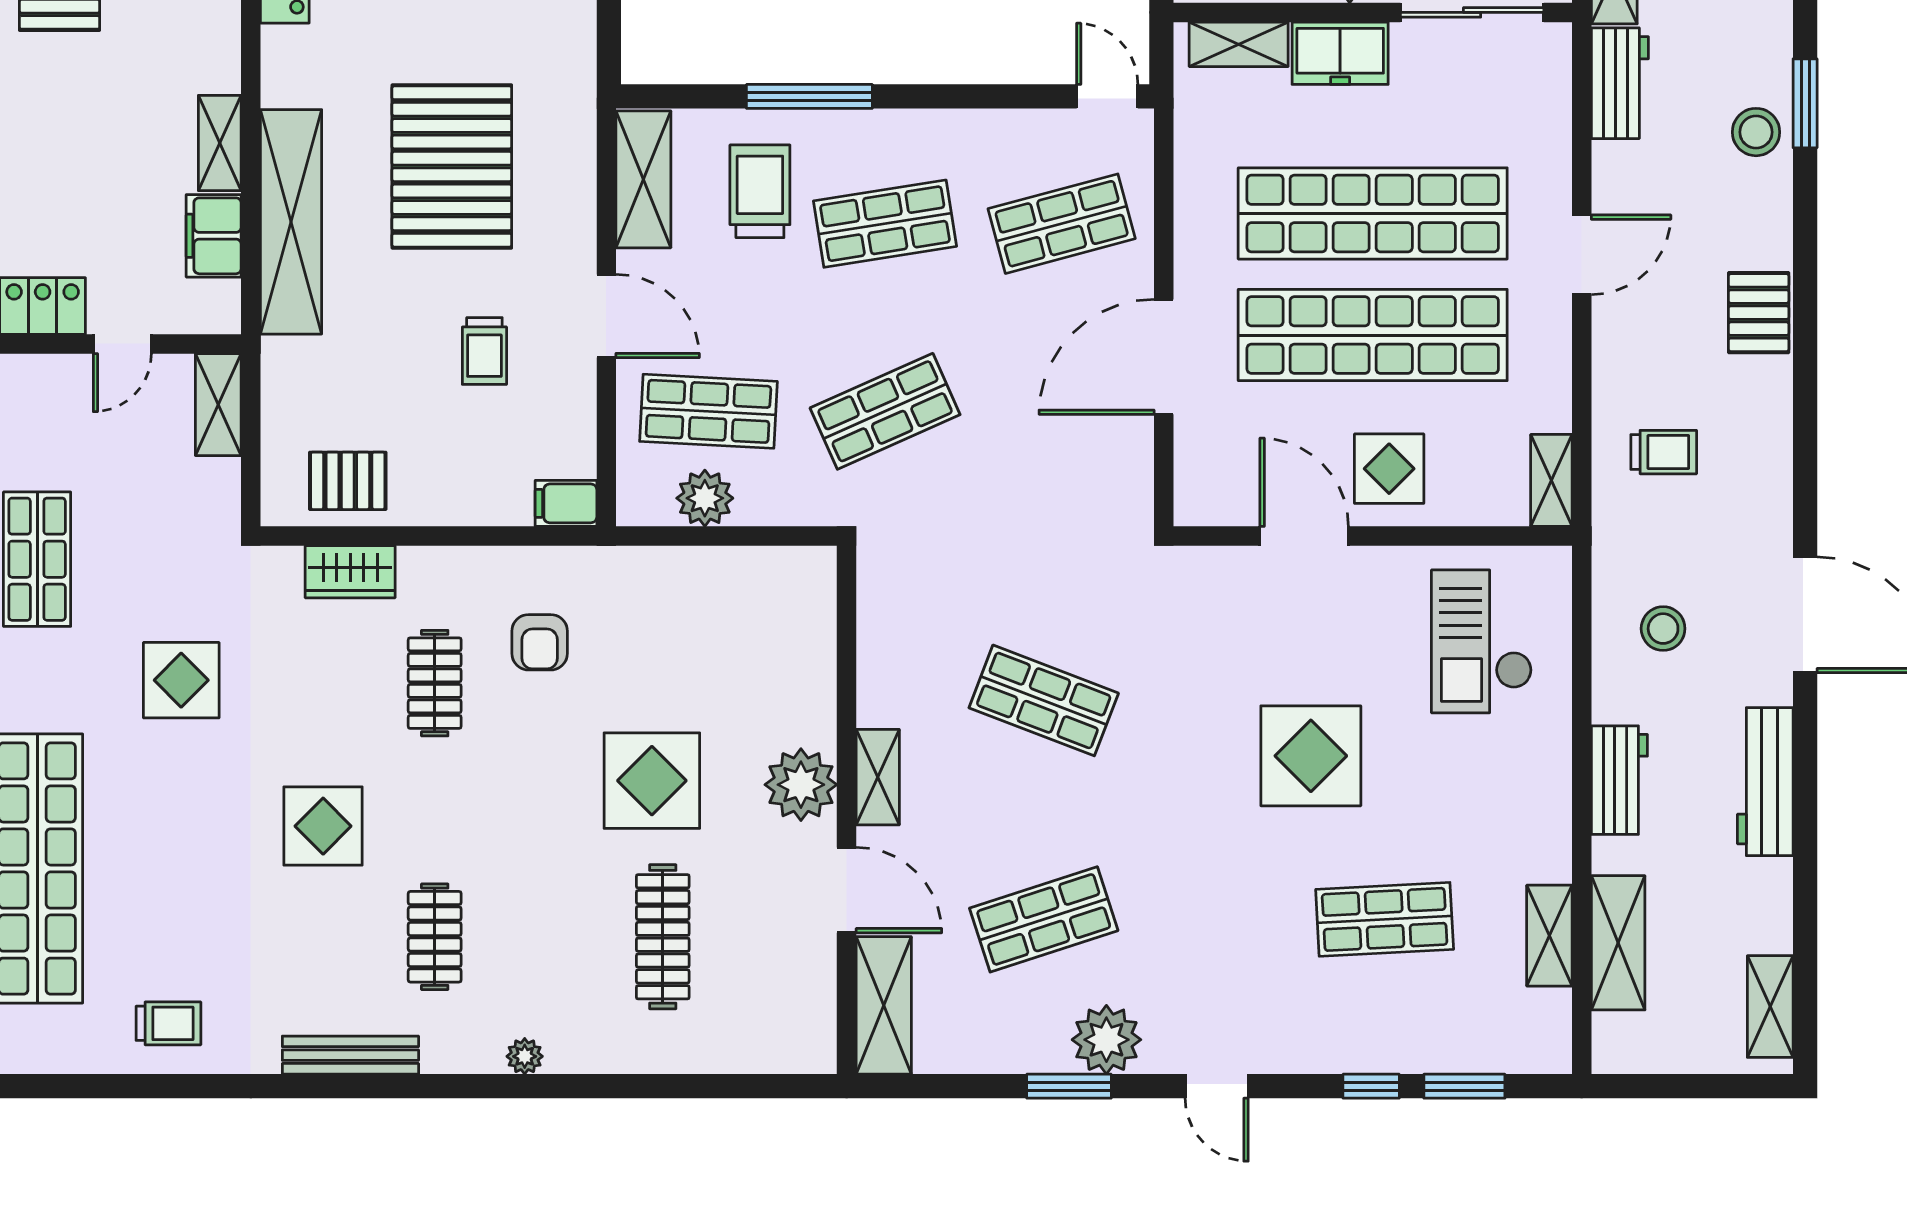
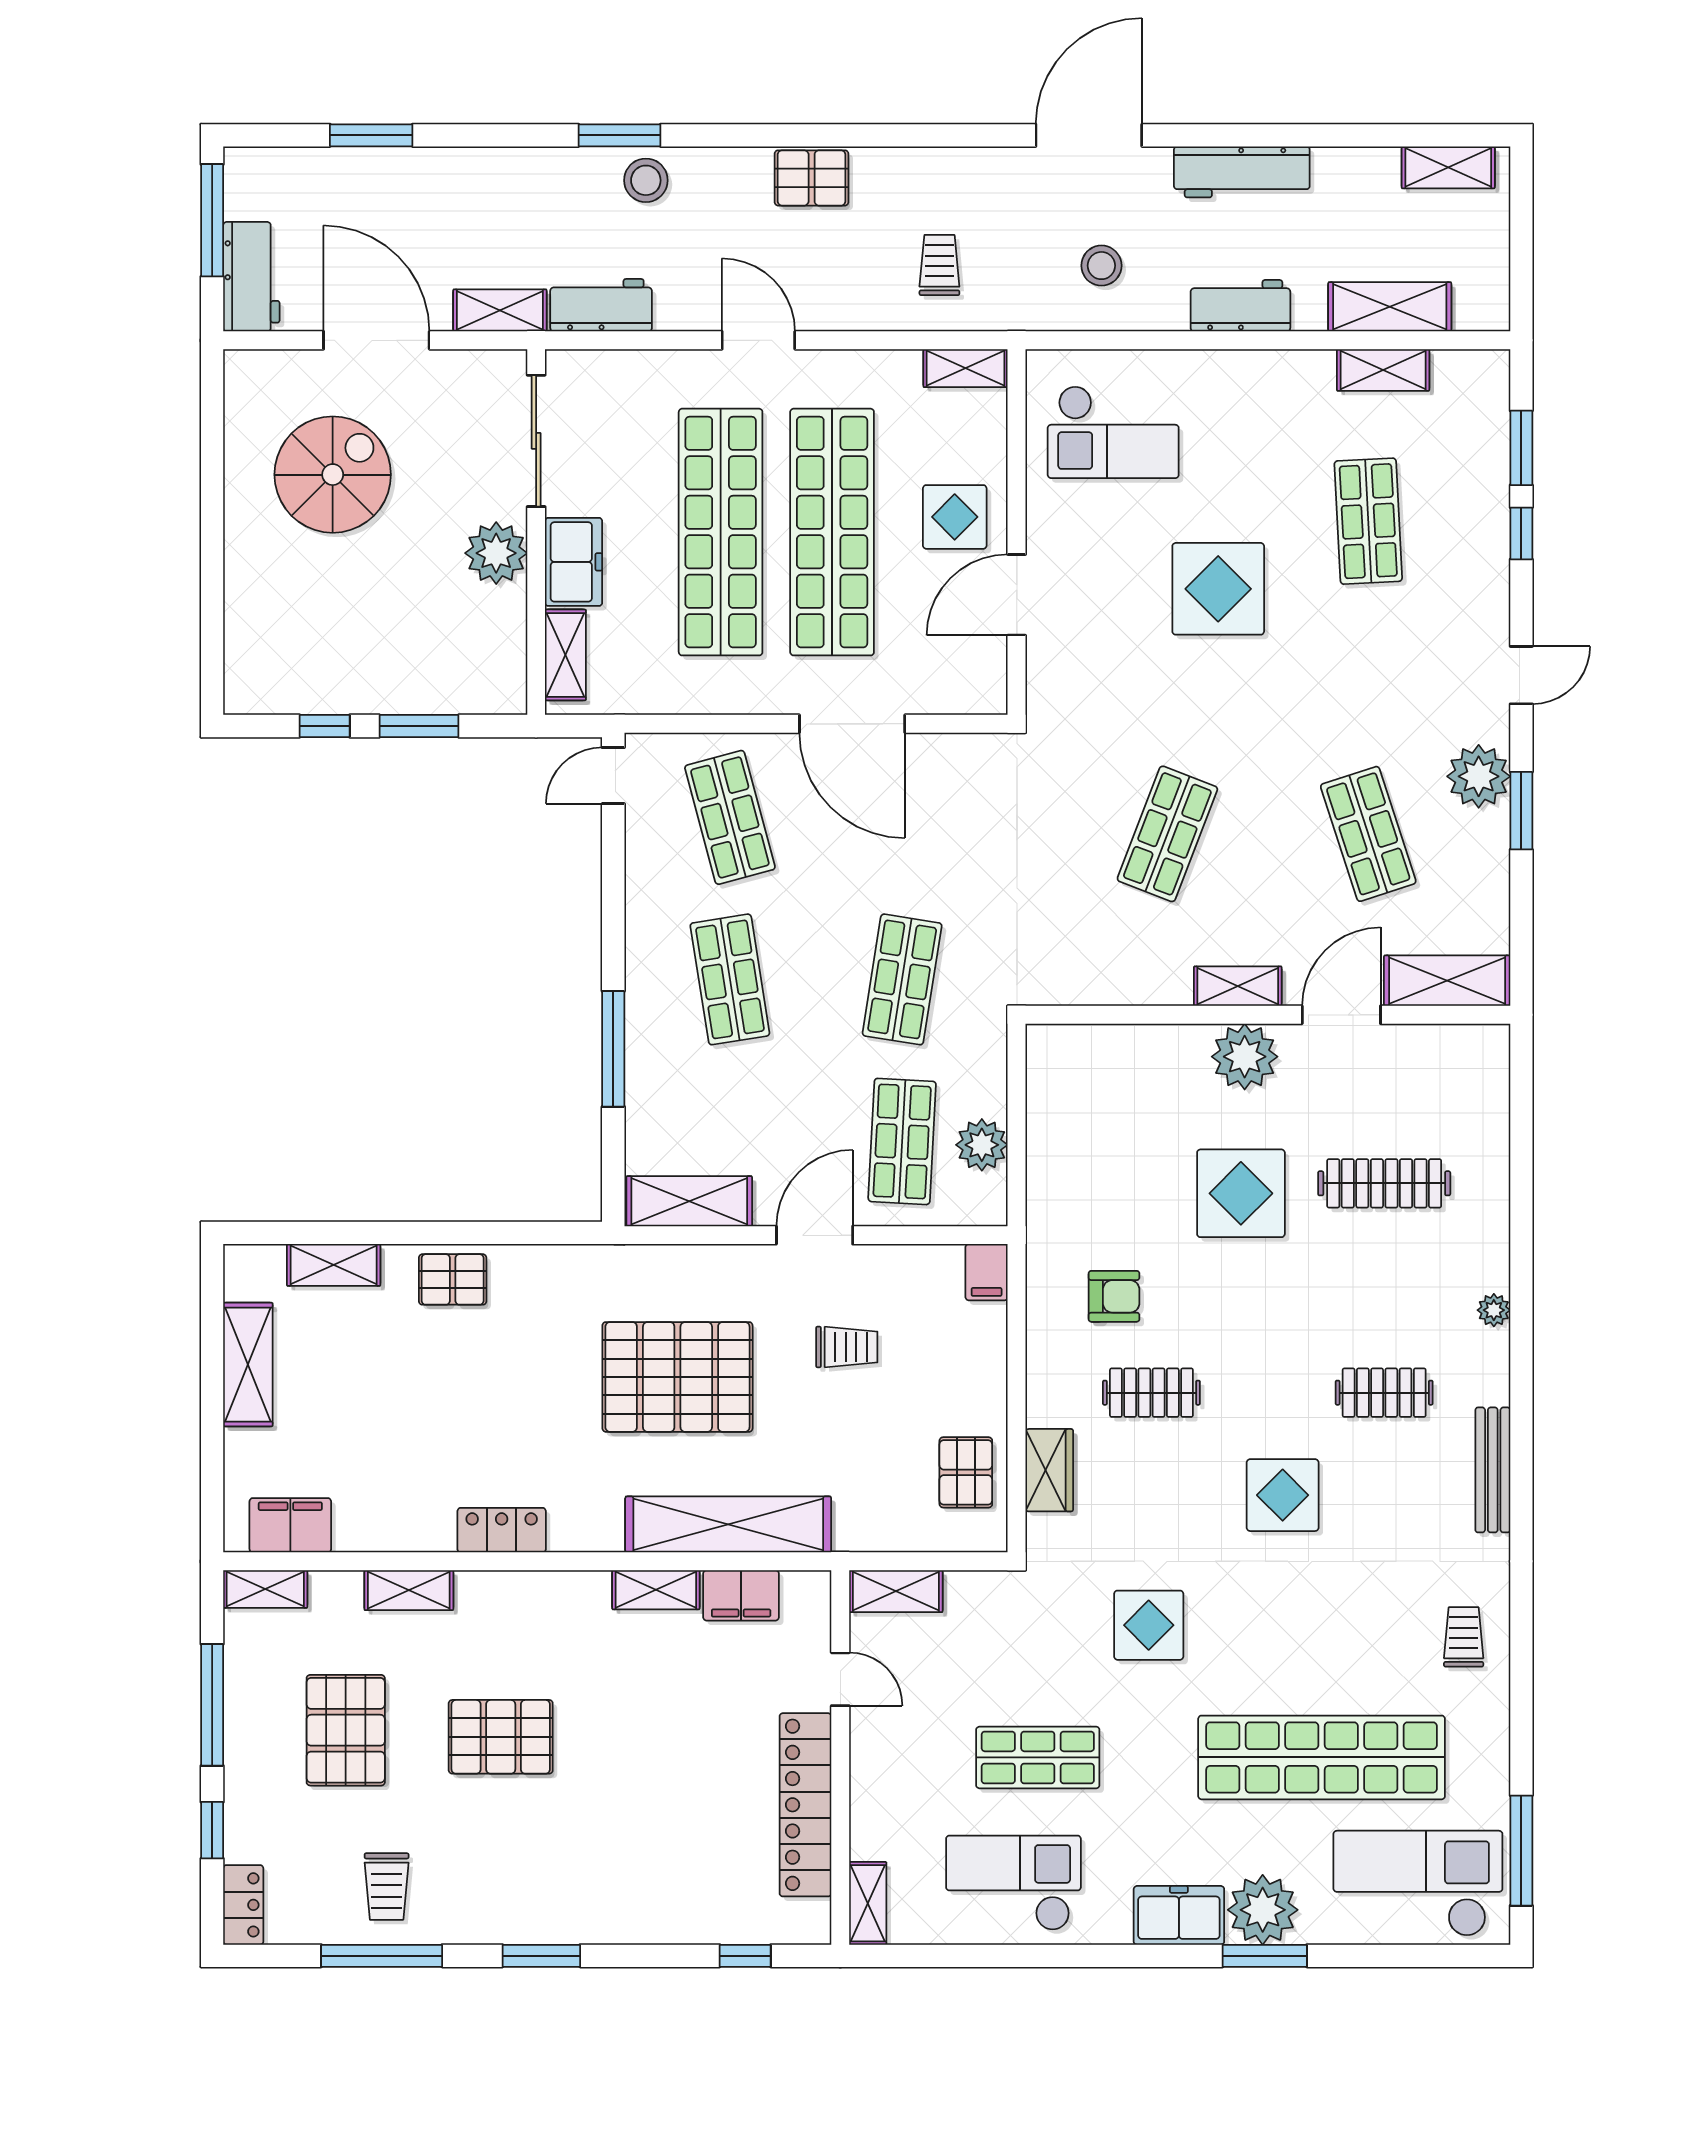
trolley: (760, 191) -> (700, 1094), removed
shop shelf: (885, 411) -> (902, 979), turned 33

